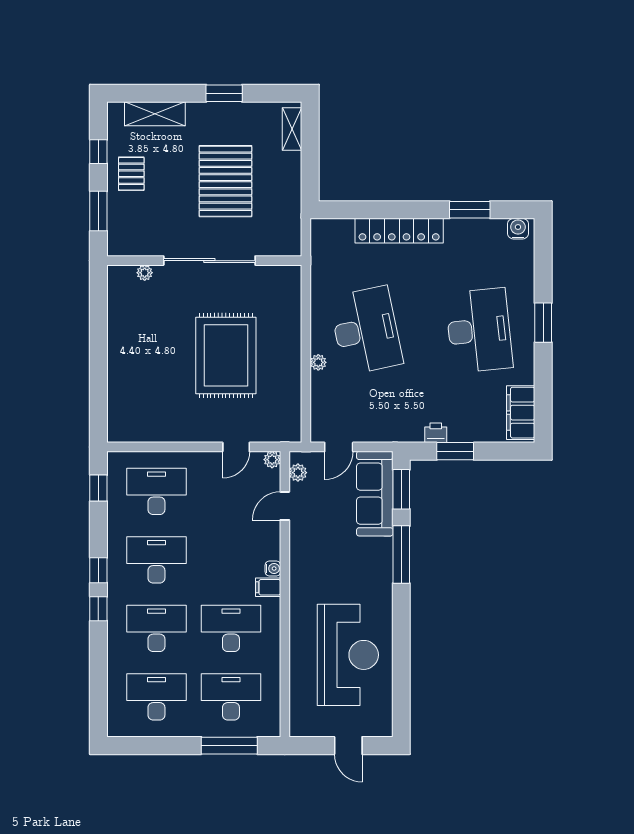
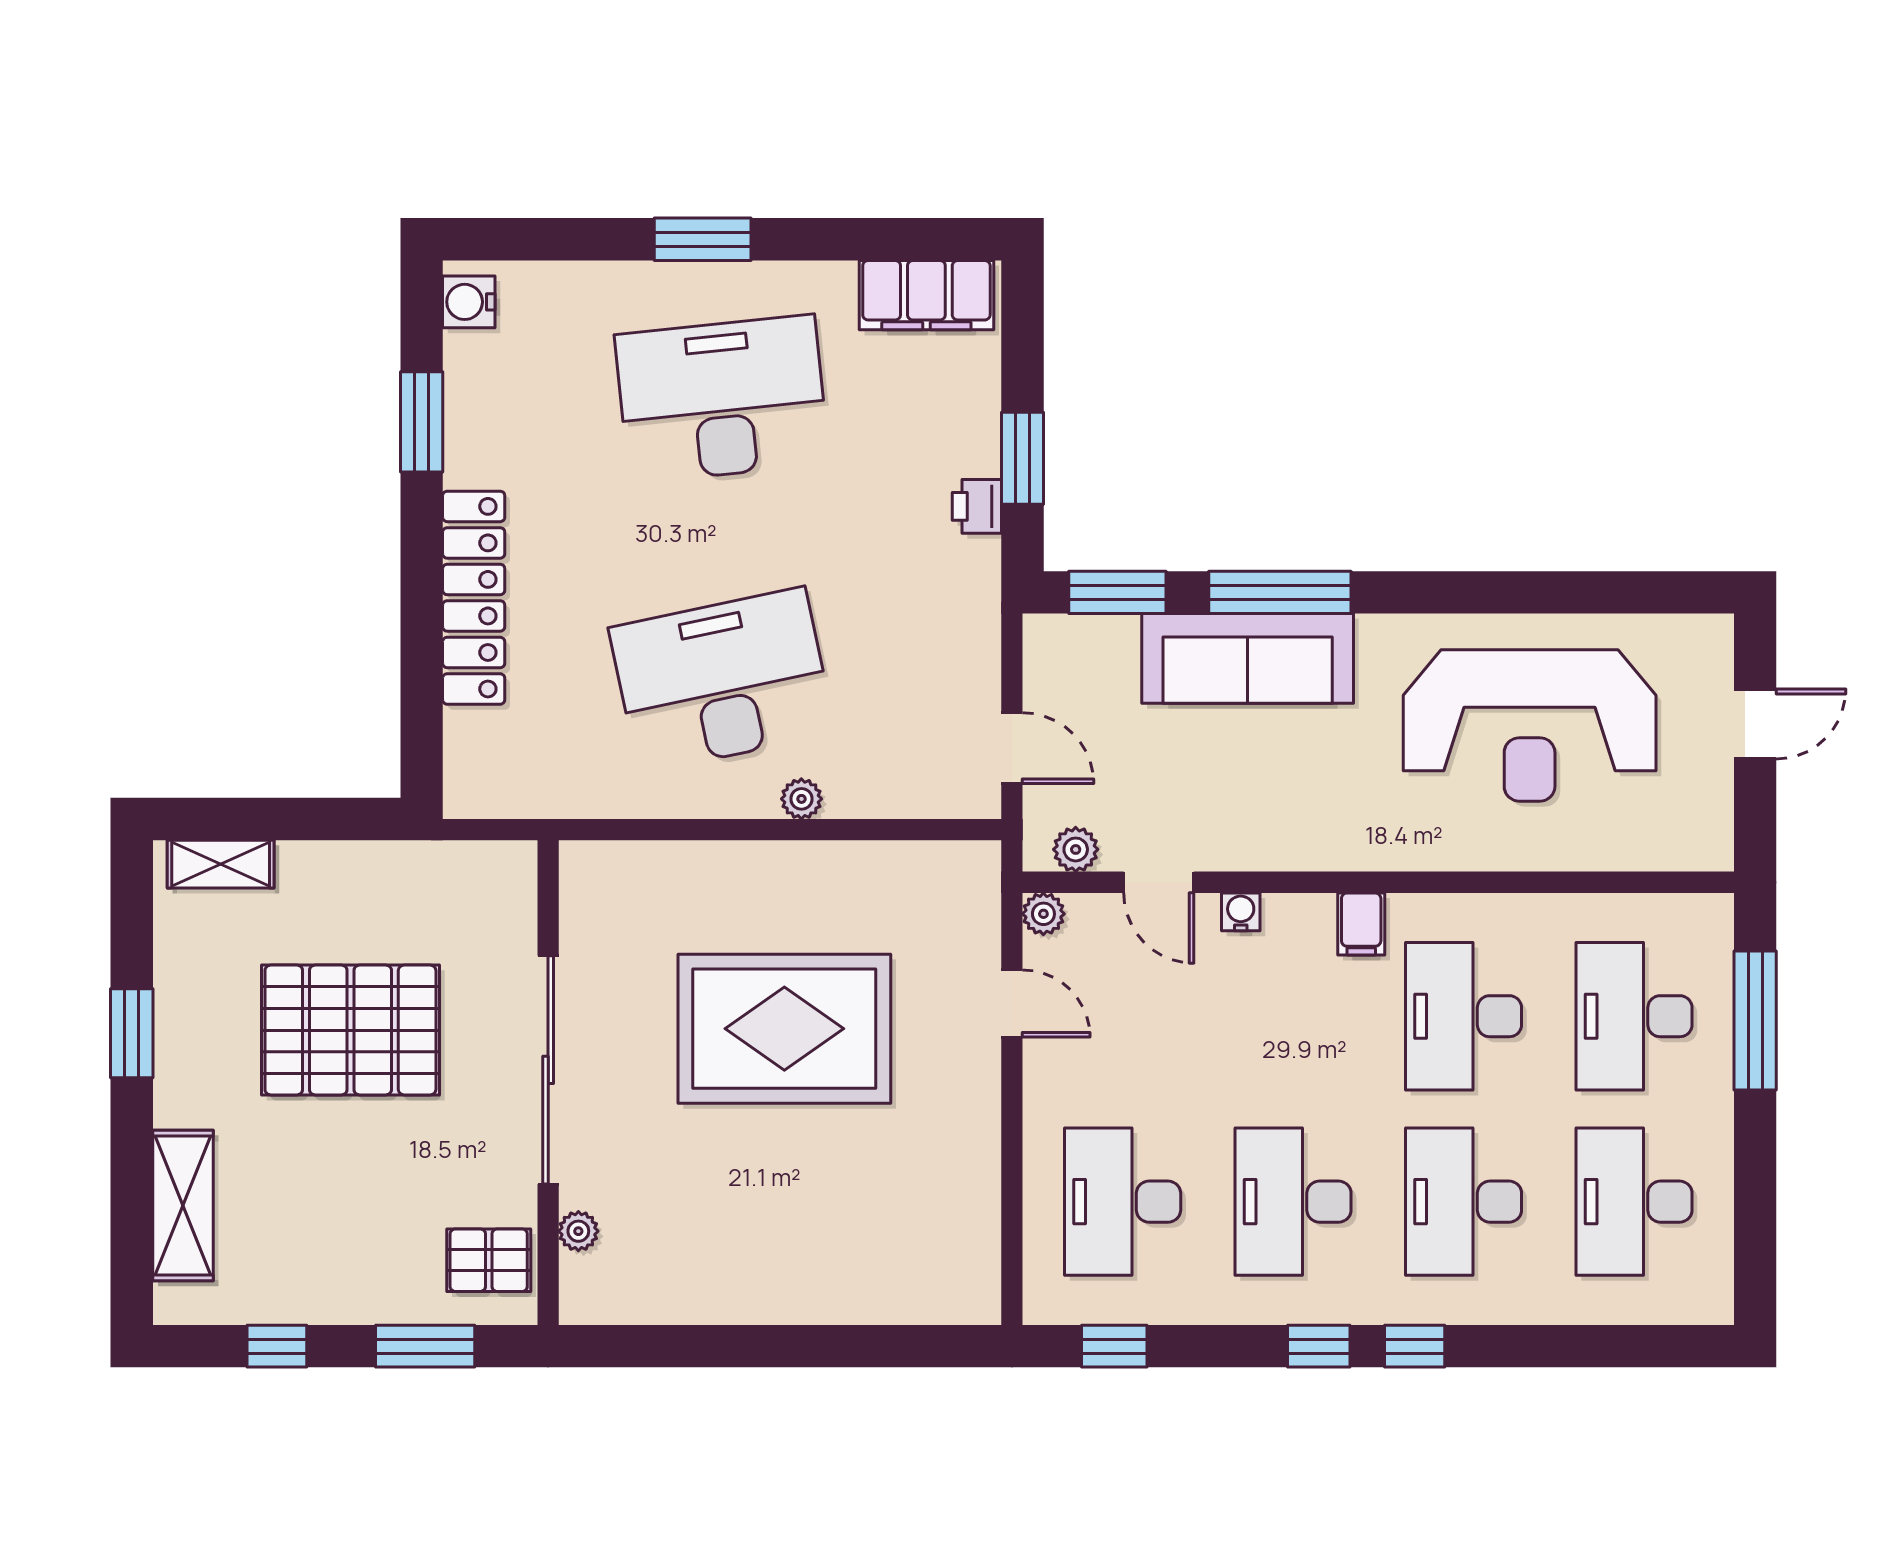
pallet: (131, 174) -> (489, 1260), moved
sofa: (375, 494) -> (1248, 658), moved
water cooler: (273, 568) -> (1241, 912), moved
reception desk: (348, 655) -> (1530, 725), turned 180

